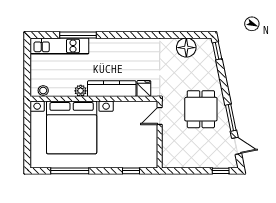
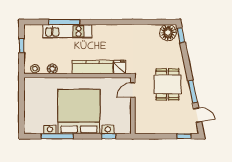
kitchen unit: (60, 46) -> (67, 31), moved
floor lamp: (186, 48) -> (168, 33), moved
window: (27, 63) -> (22, 46), added
plant: (81, 91) -> (52, 69), moved
bed with nightstands: (72, 127) -> (79, 112), moved, turned 180

